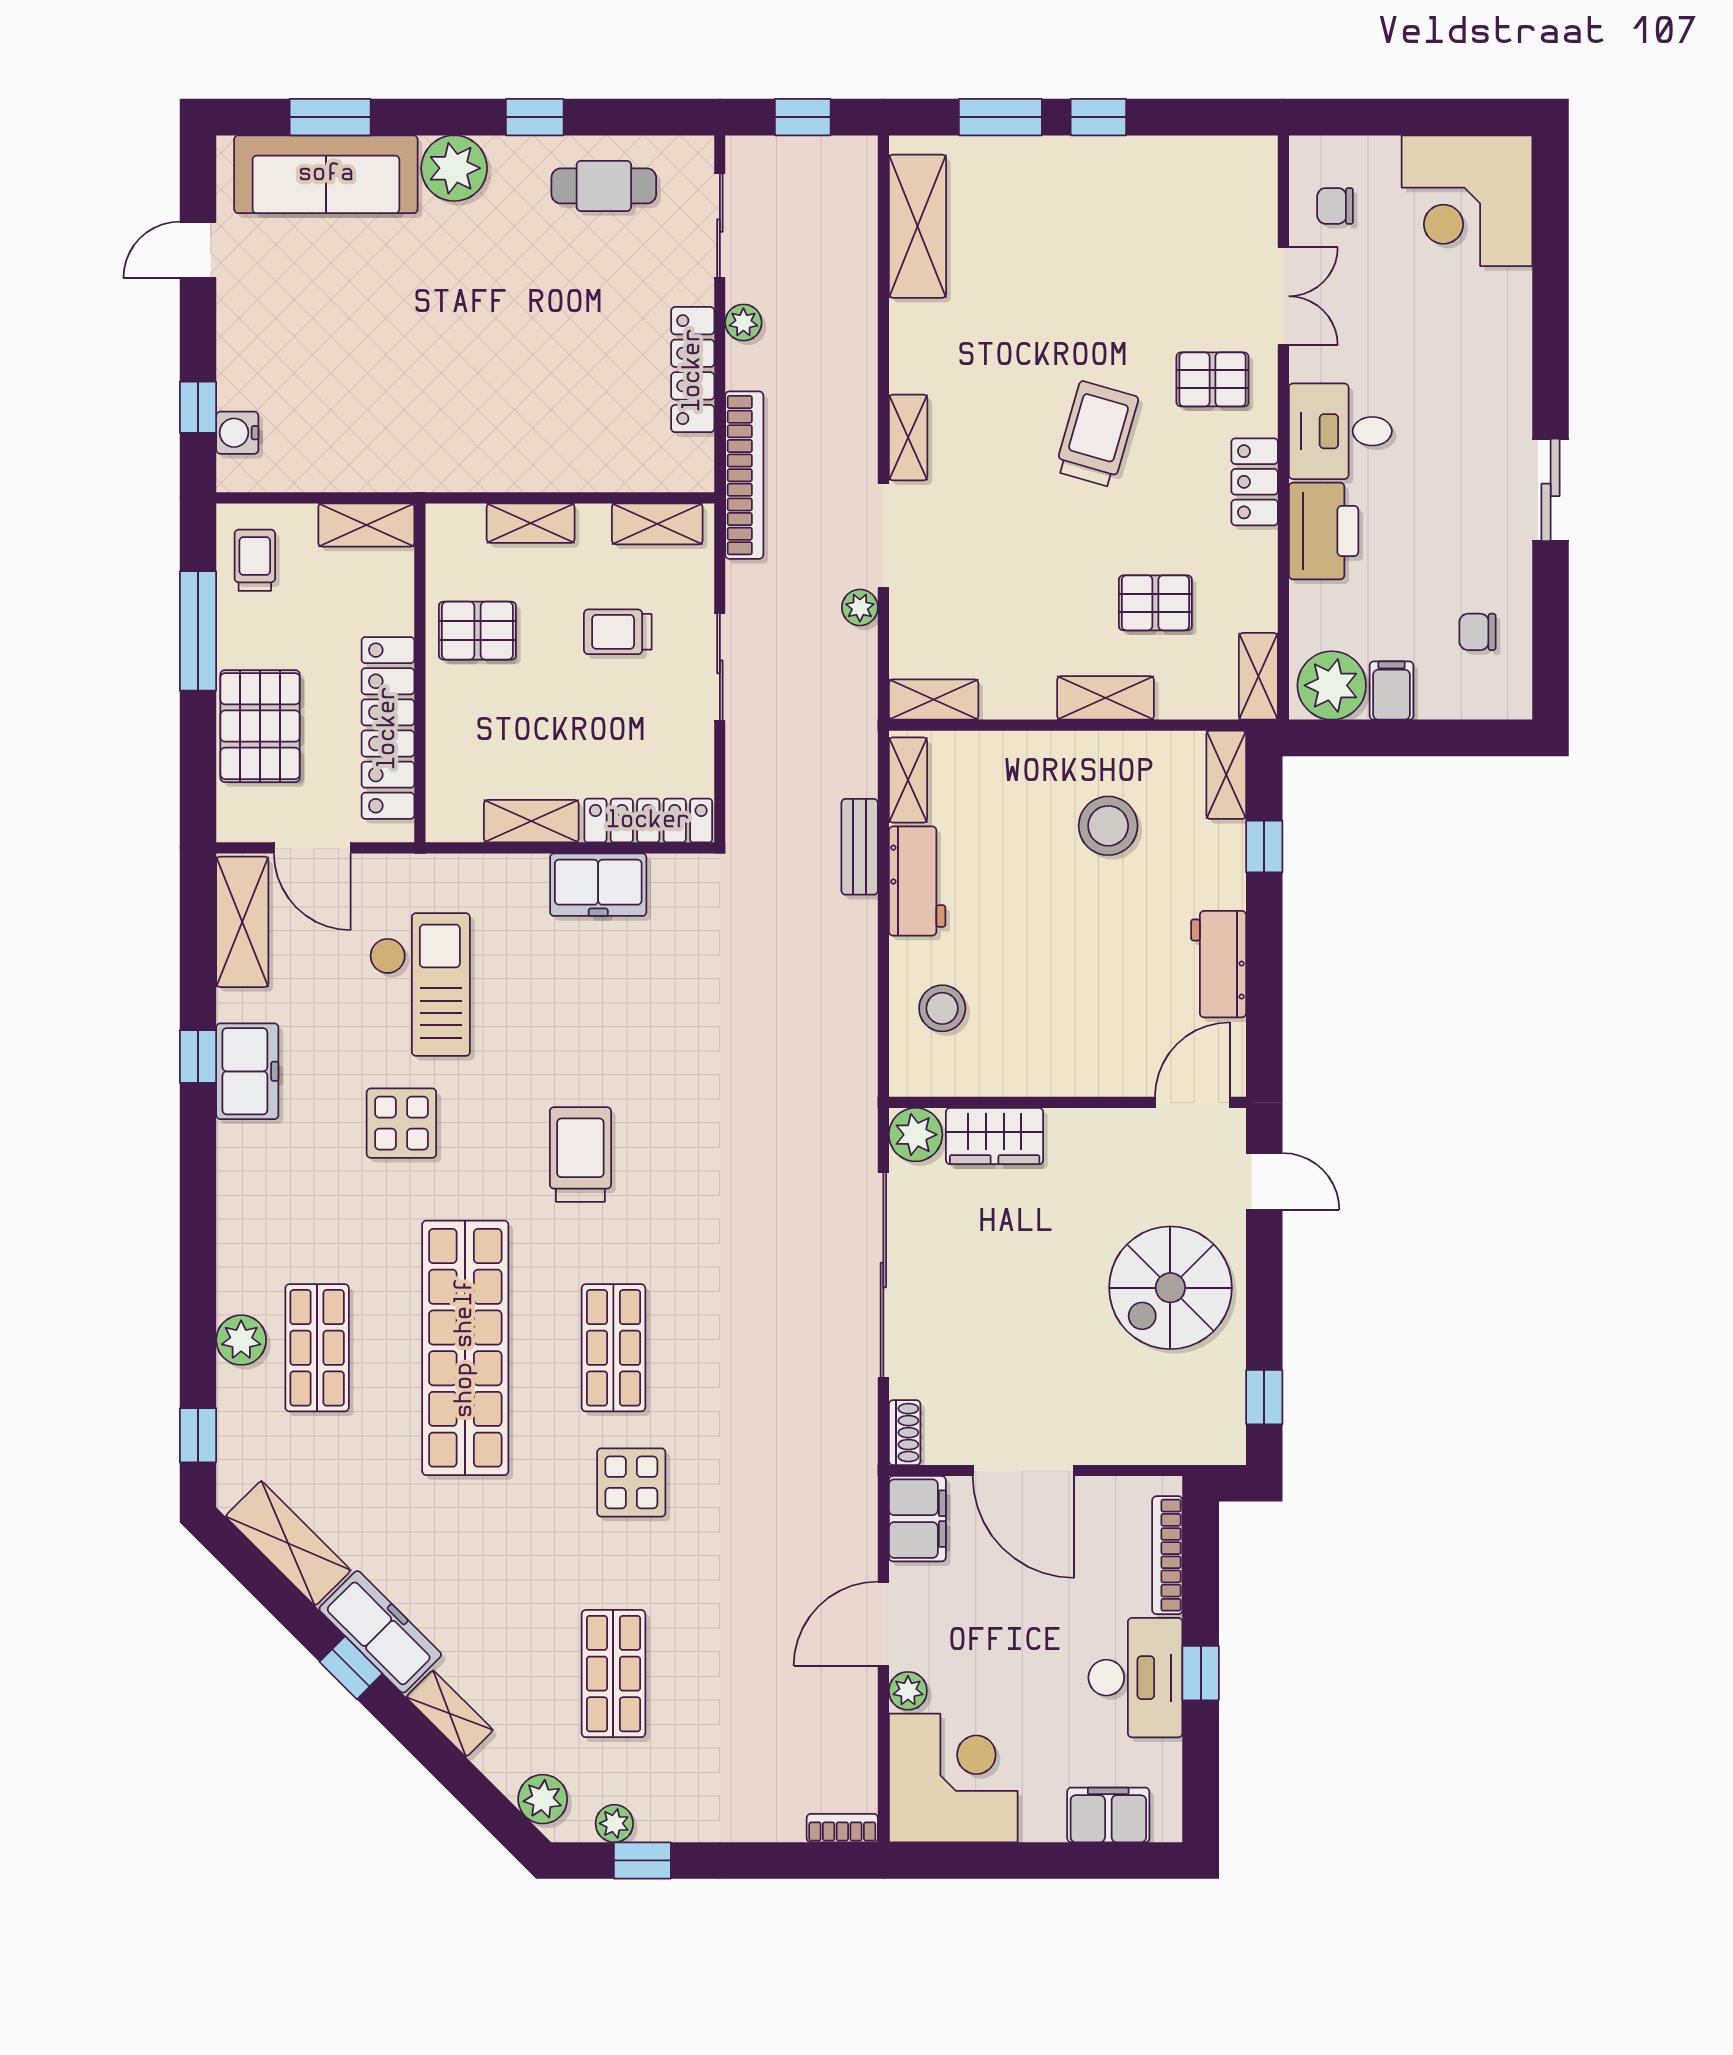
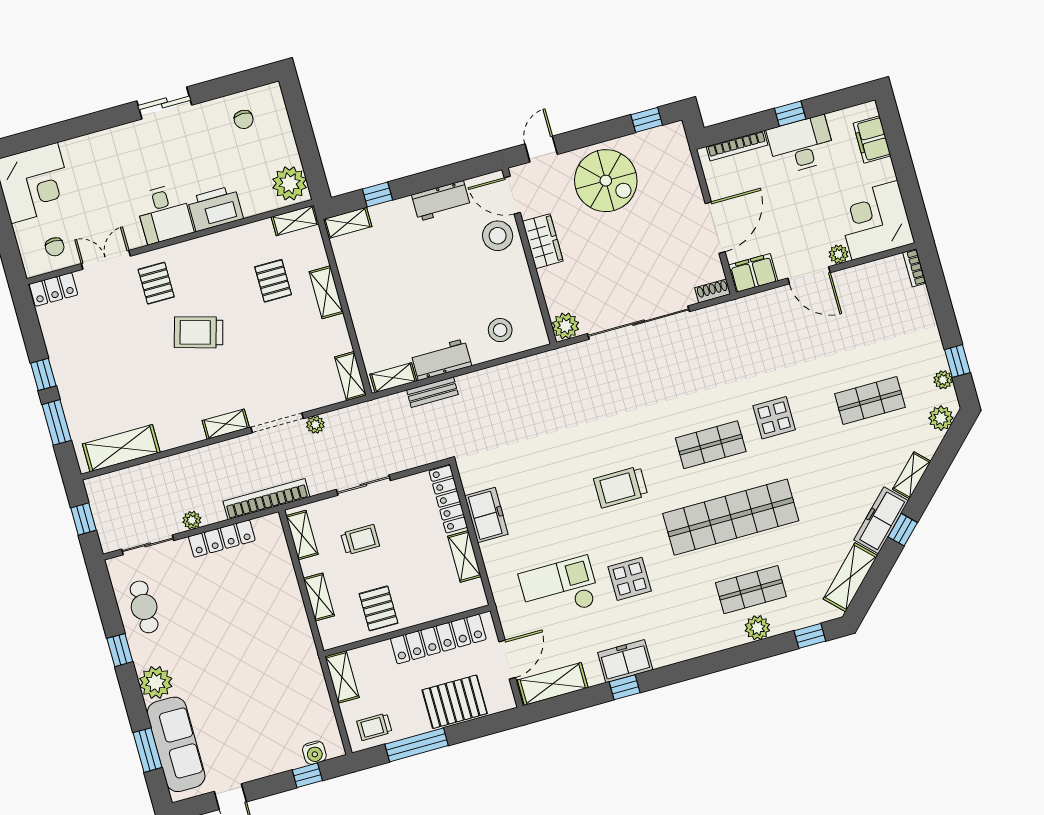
locker: (1255, 482) -> (54, 289), moved
trolley: (618, 632) -> (360, 540), turned -90
filing cabinet: (1392, 691) -> (284, 153), removed
stool: (1108, 826) -> (498, 236), moved
wardrobe: (995, 1136) -> (543, 241), moved

